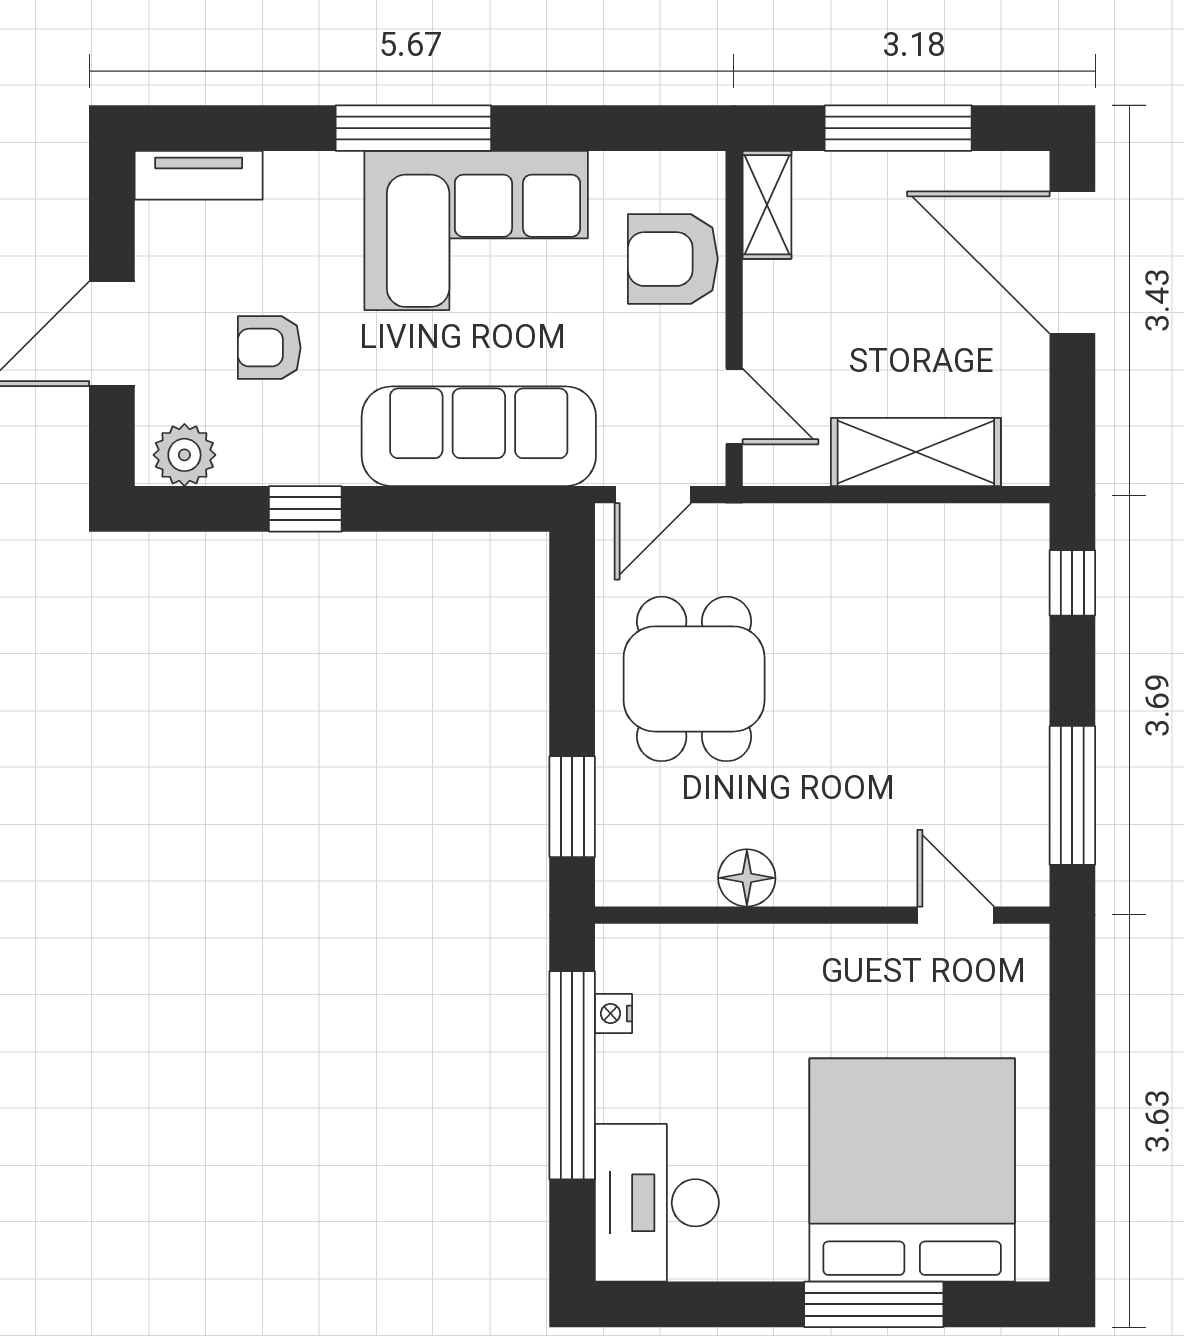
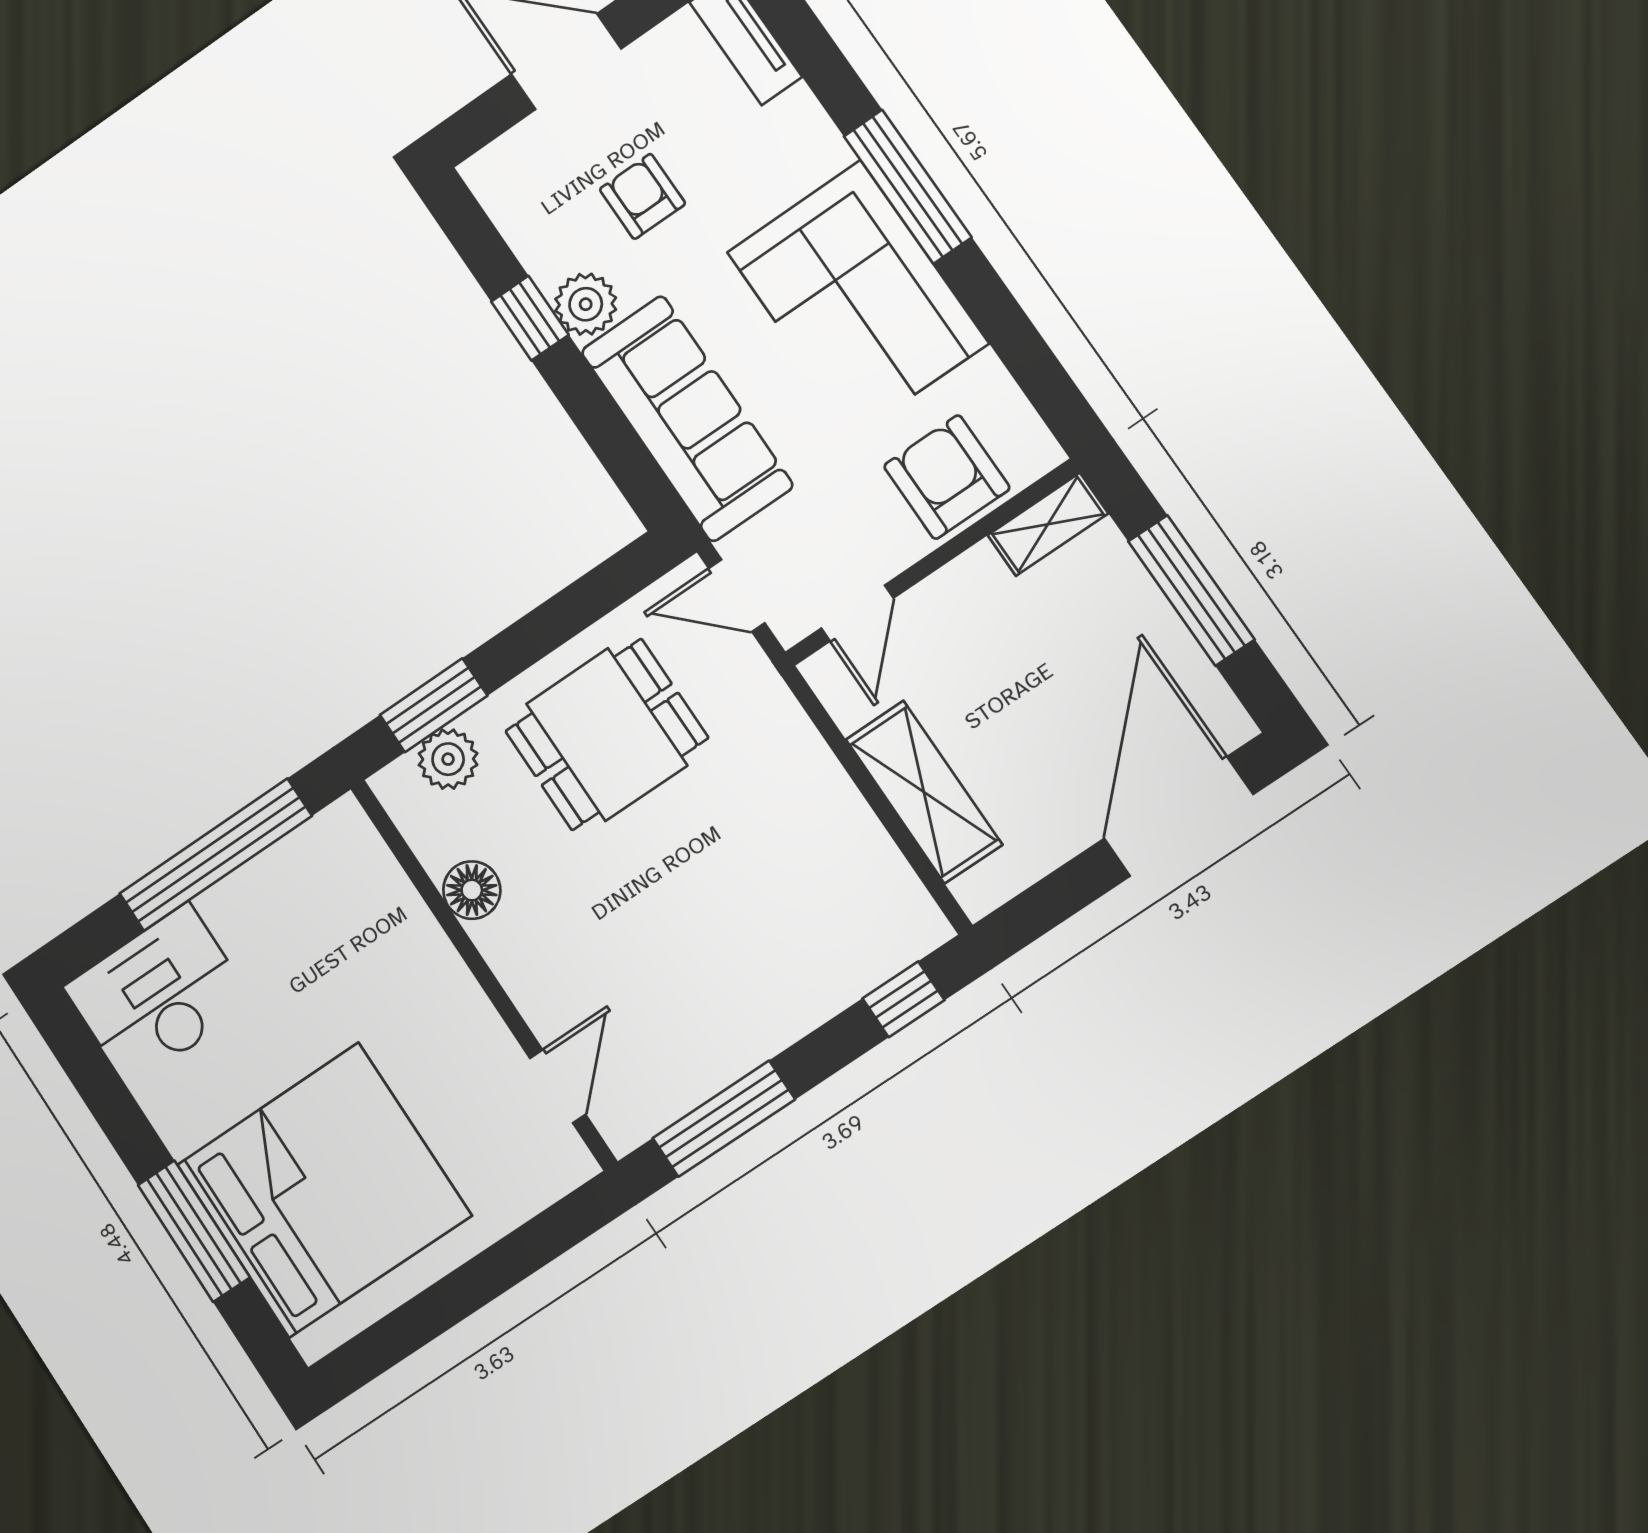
plant: (184, 455) -> (586, 304), moved
plant: (625, 825) -> (448, 759), added
nightstand: (613, 1013) -> (288, 855), removed

